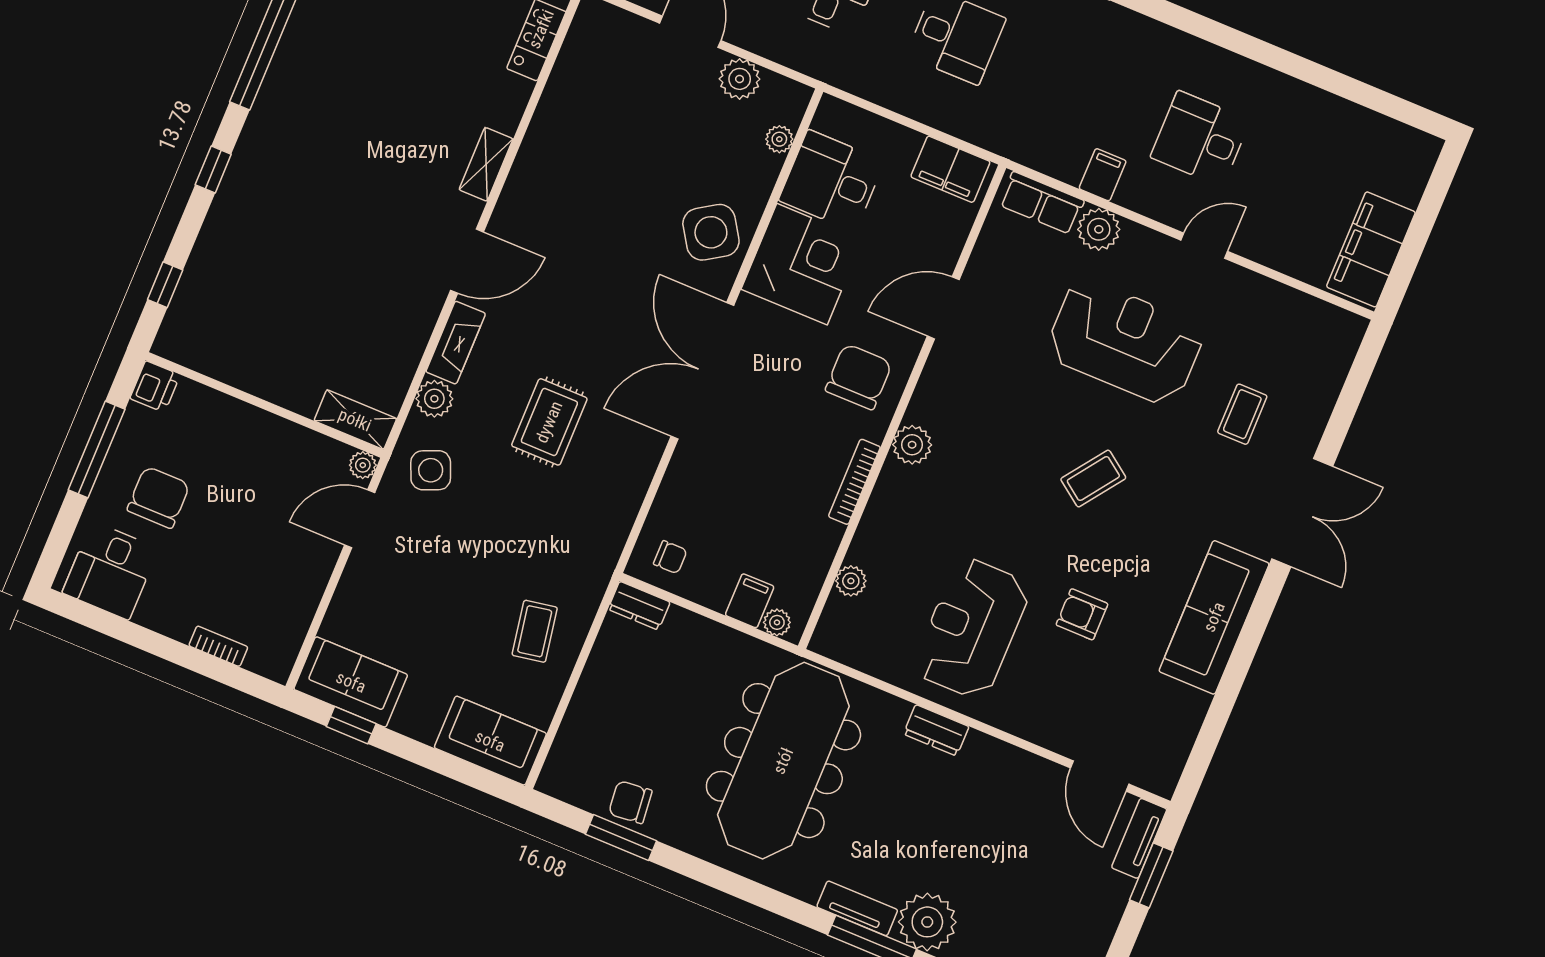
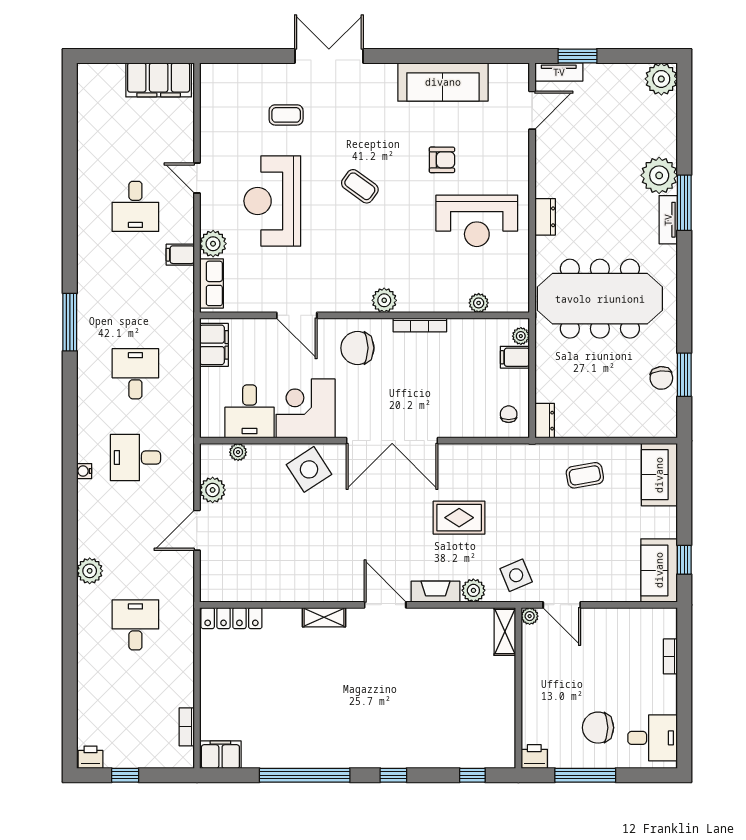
armchair: (1082, 614) -> (442, 160), turned -90
sofa: (1214, 617) -> (443, 82), moved

